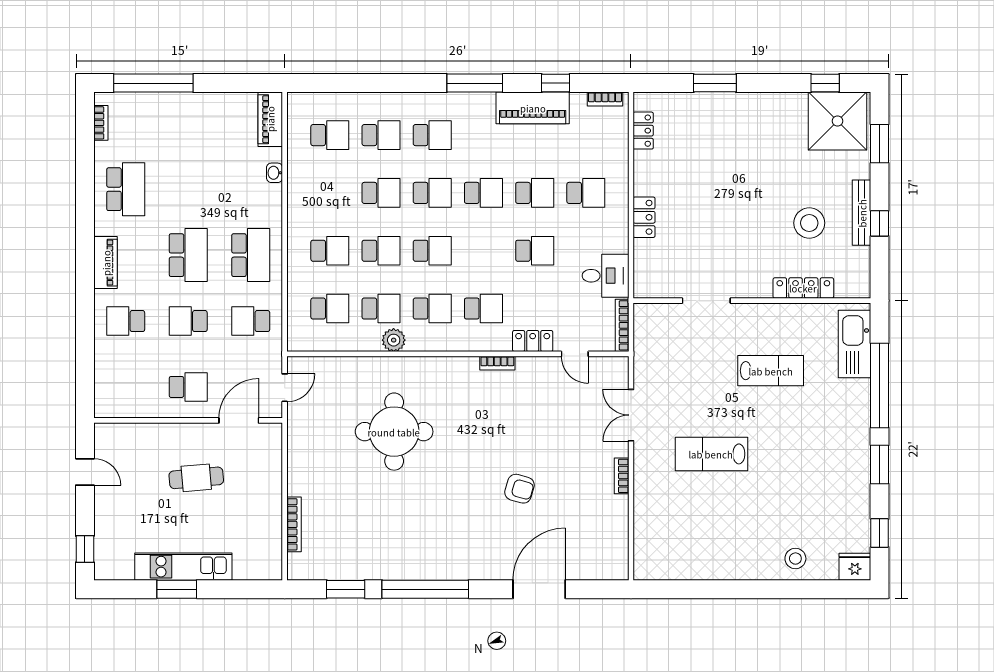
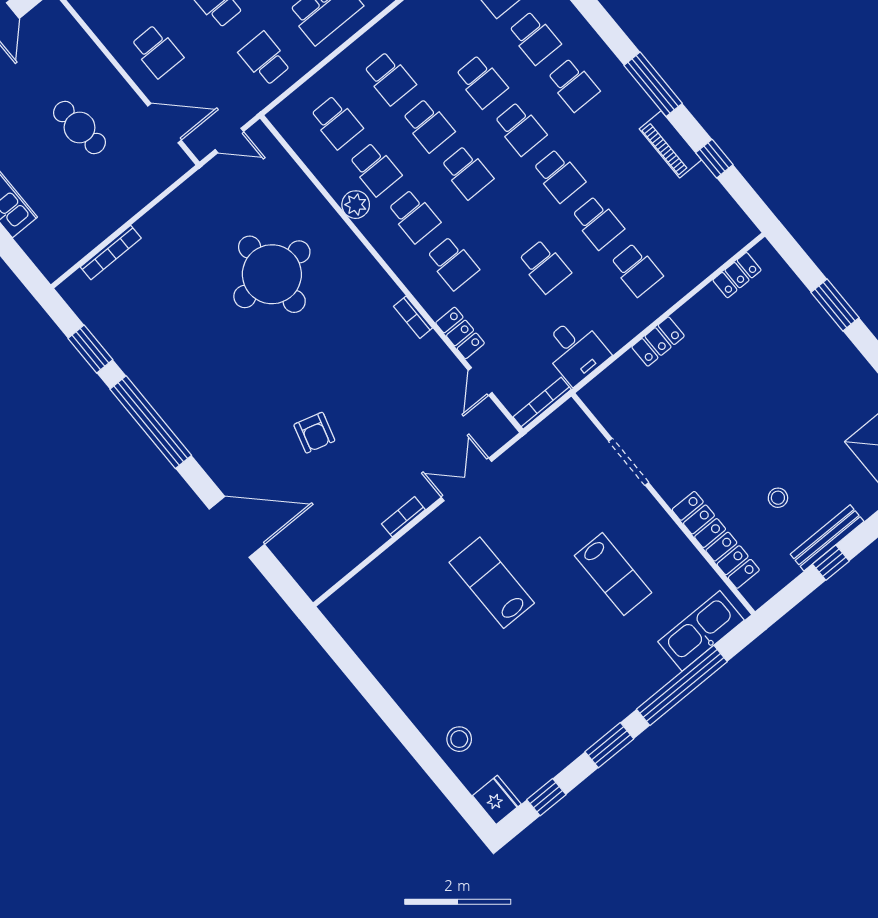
bookcase: (605, 99) -> (737, 216), removed
piano: (533, 108) -> (670, 144), width x0.73, depth x0.75
stool: (809, 223) -> (778, 498), width x0.53, depth x0.53
locker: (803, 288) -> (716, 540), width x1.41, depth x1.21

